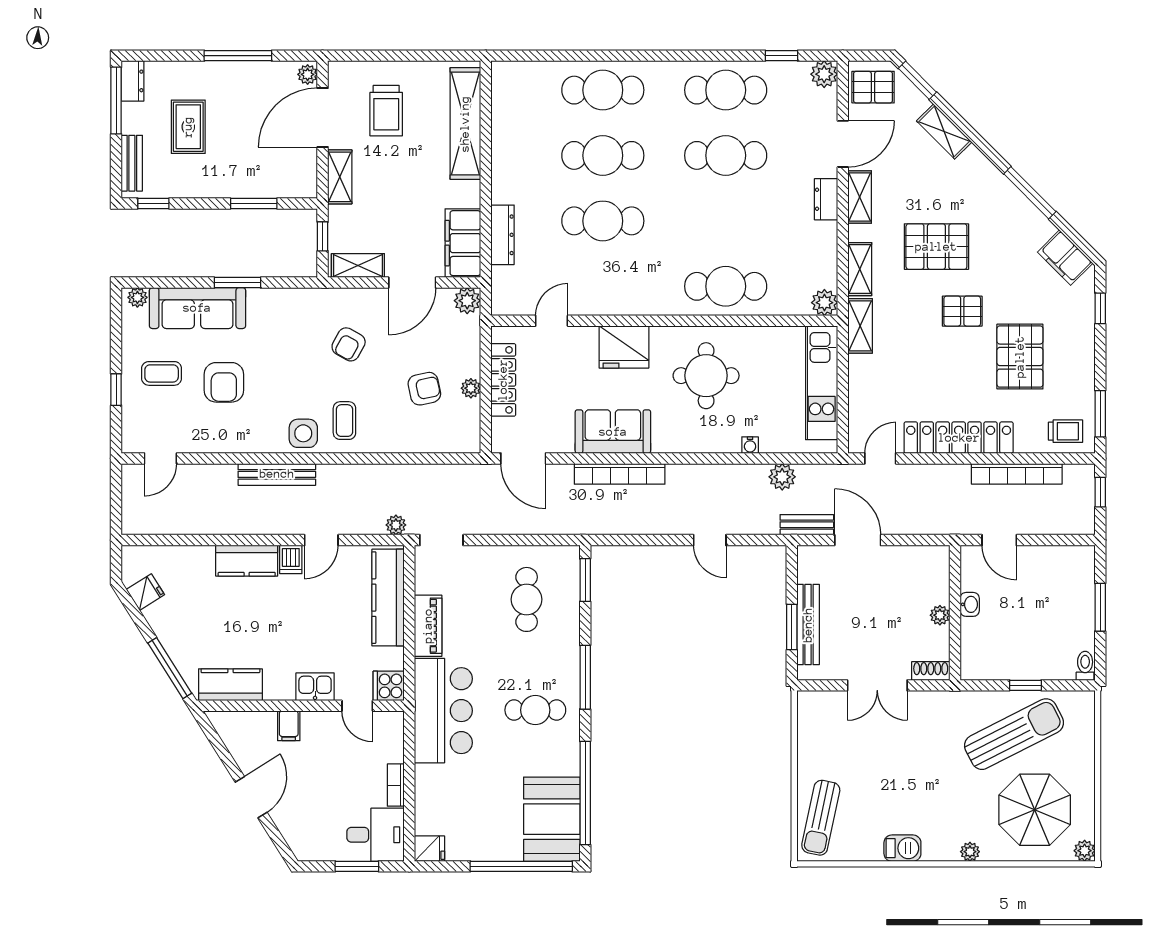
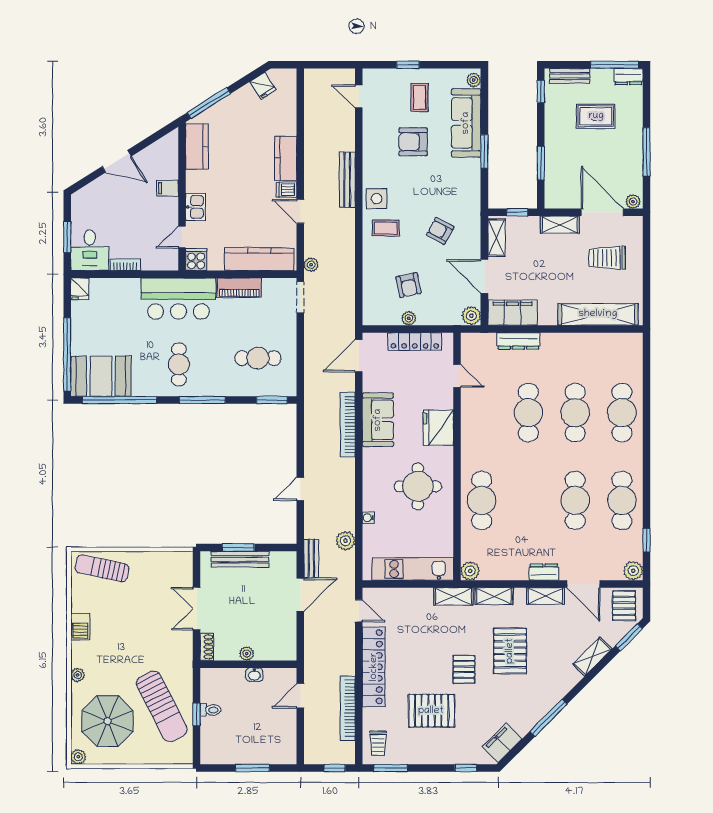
toilet: (1085, 666) -> (211, 710), moved

